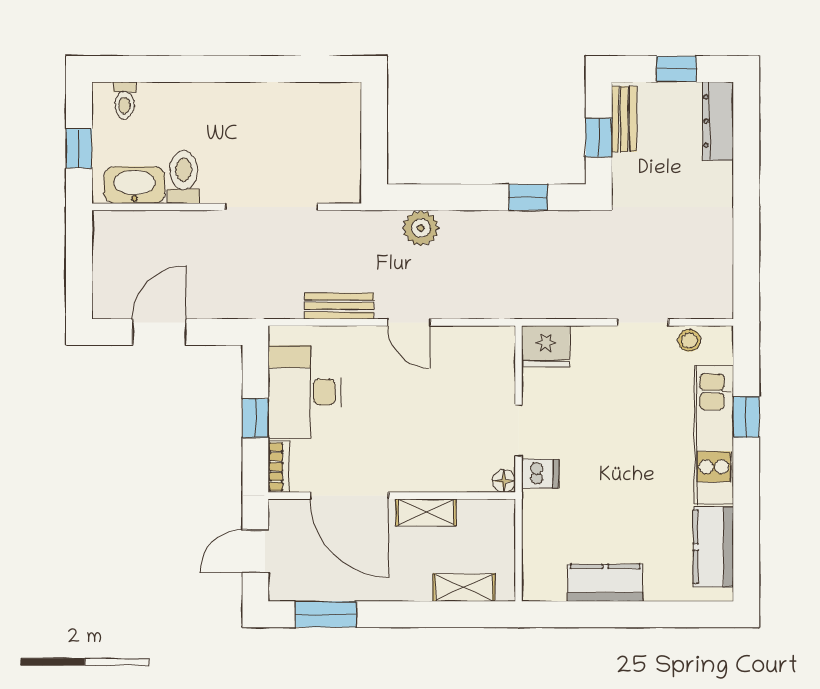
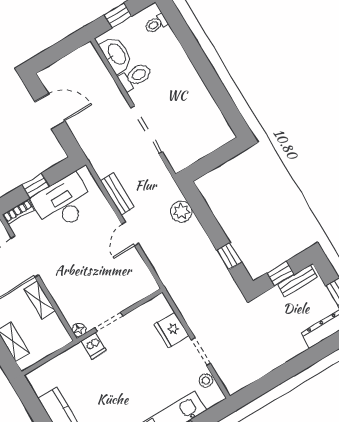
fridge: (546, 346) -> (172, 330), moved

